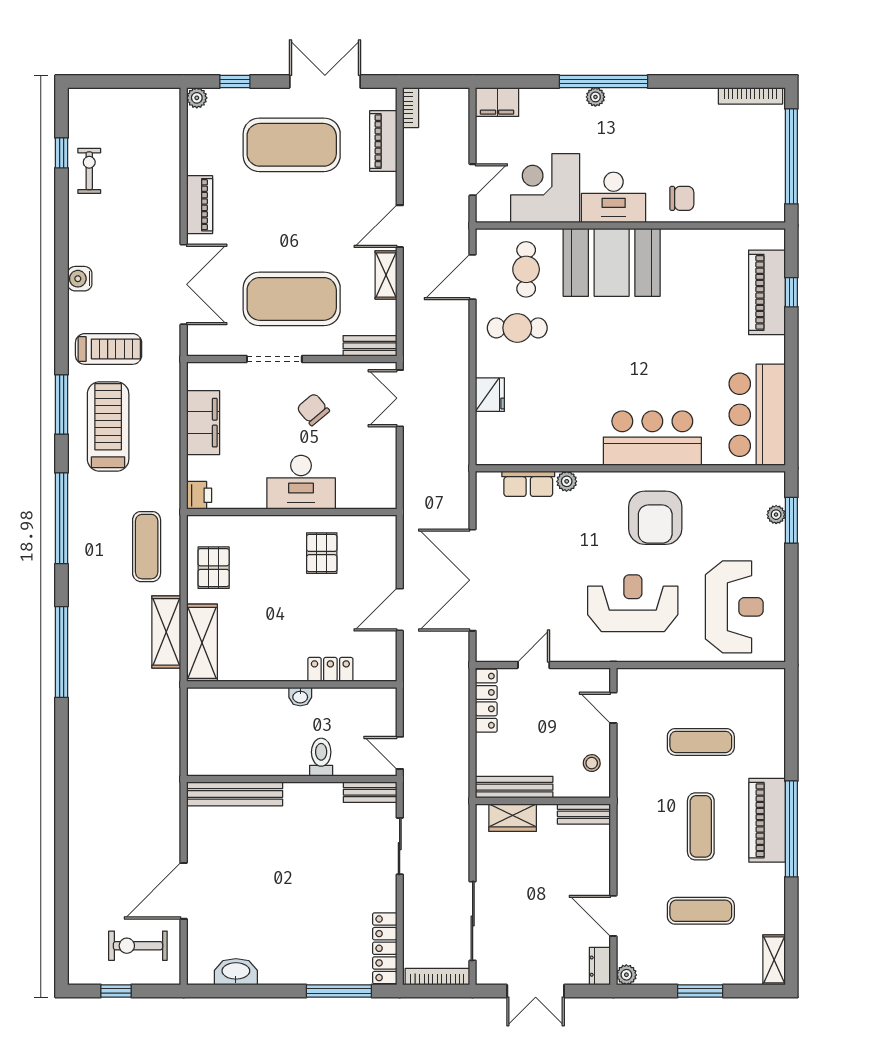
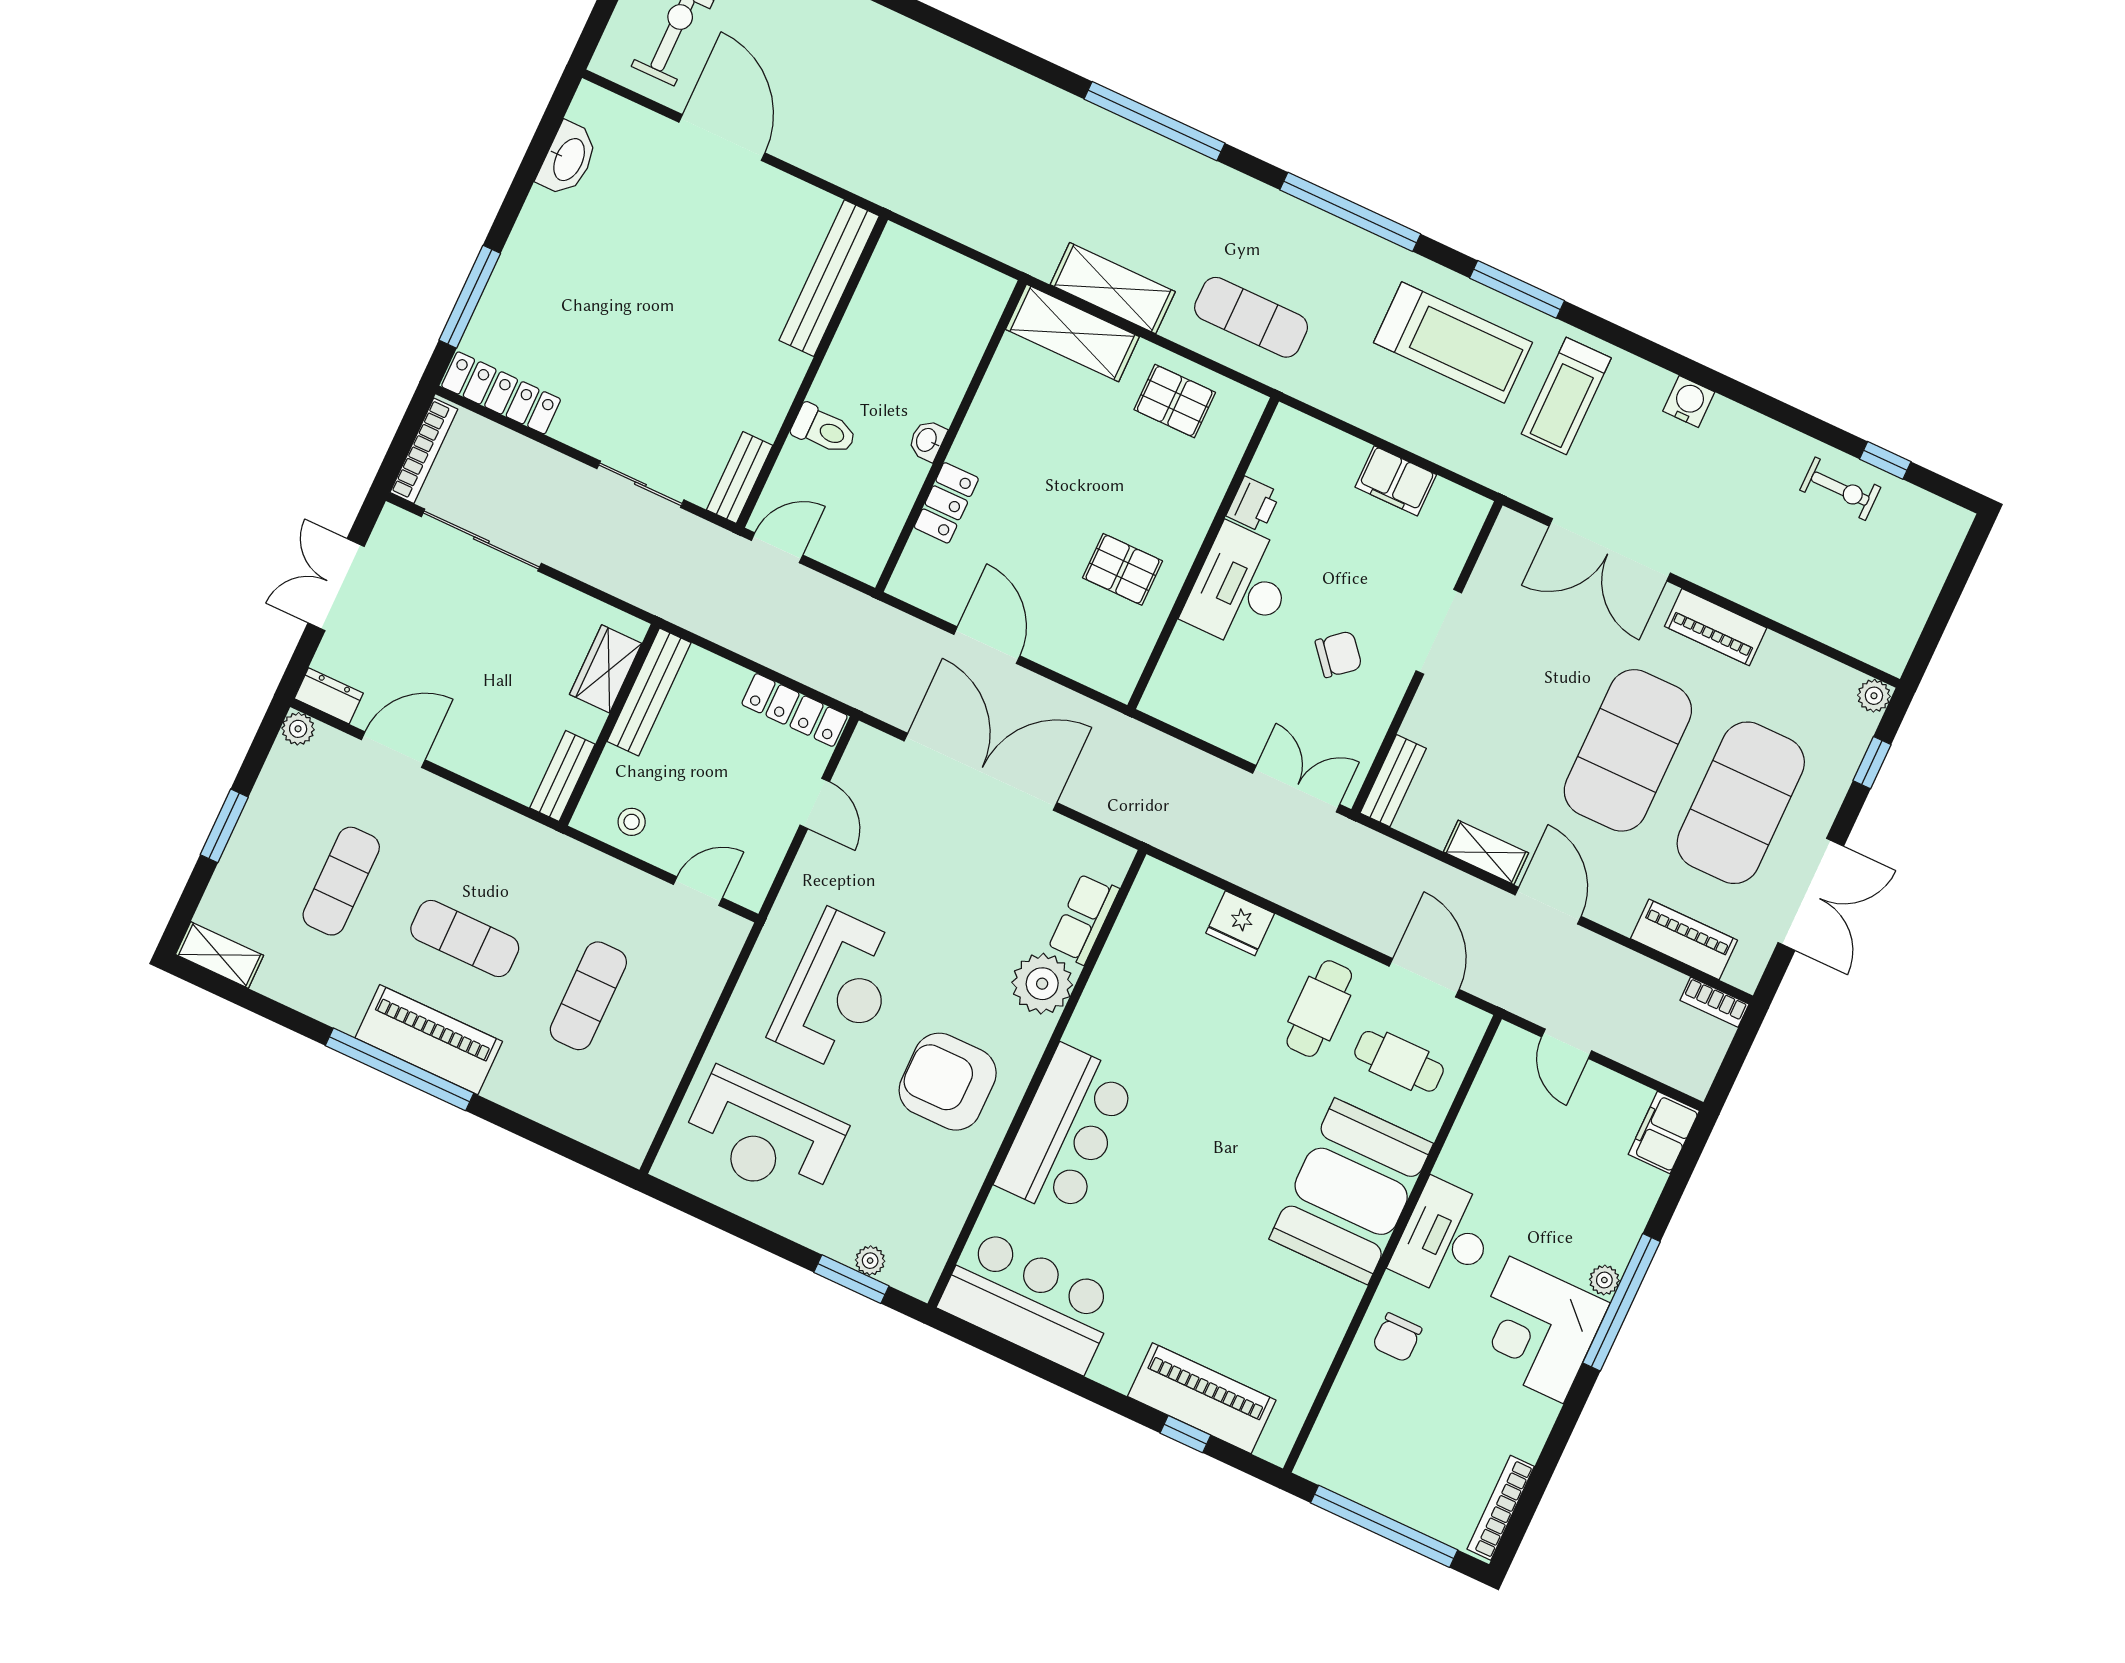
corner desk: (545, 188) -> (1536, 1330), moved, turned 180
exercise mat: (292, 299) -> (1628, 750), moved
filing cabinet: (203, 423) -> (1396, 481), width x0.67, depth x0.86
plant: (567, 481) -> (1042, 984), width x1.87, depth x1.87
printer: (199, 495) -> (1253, 504), moved, turned -90

